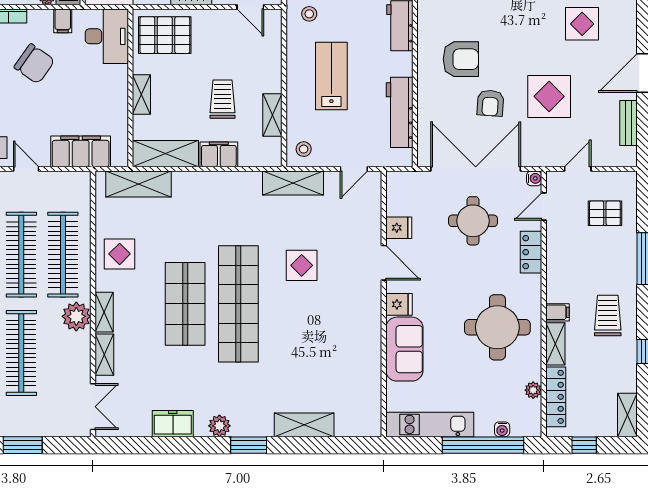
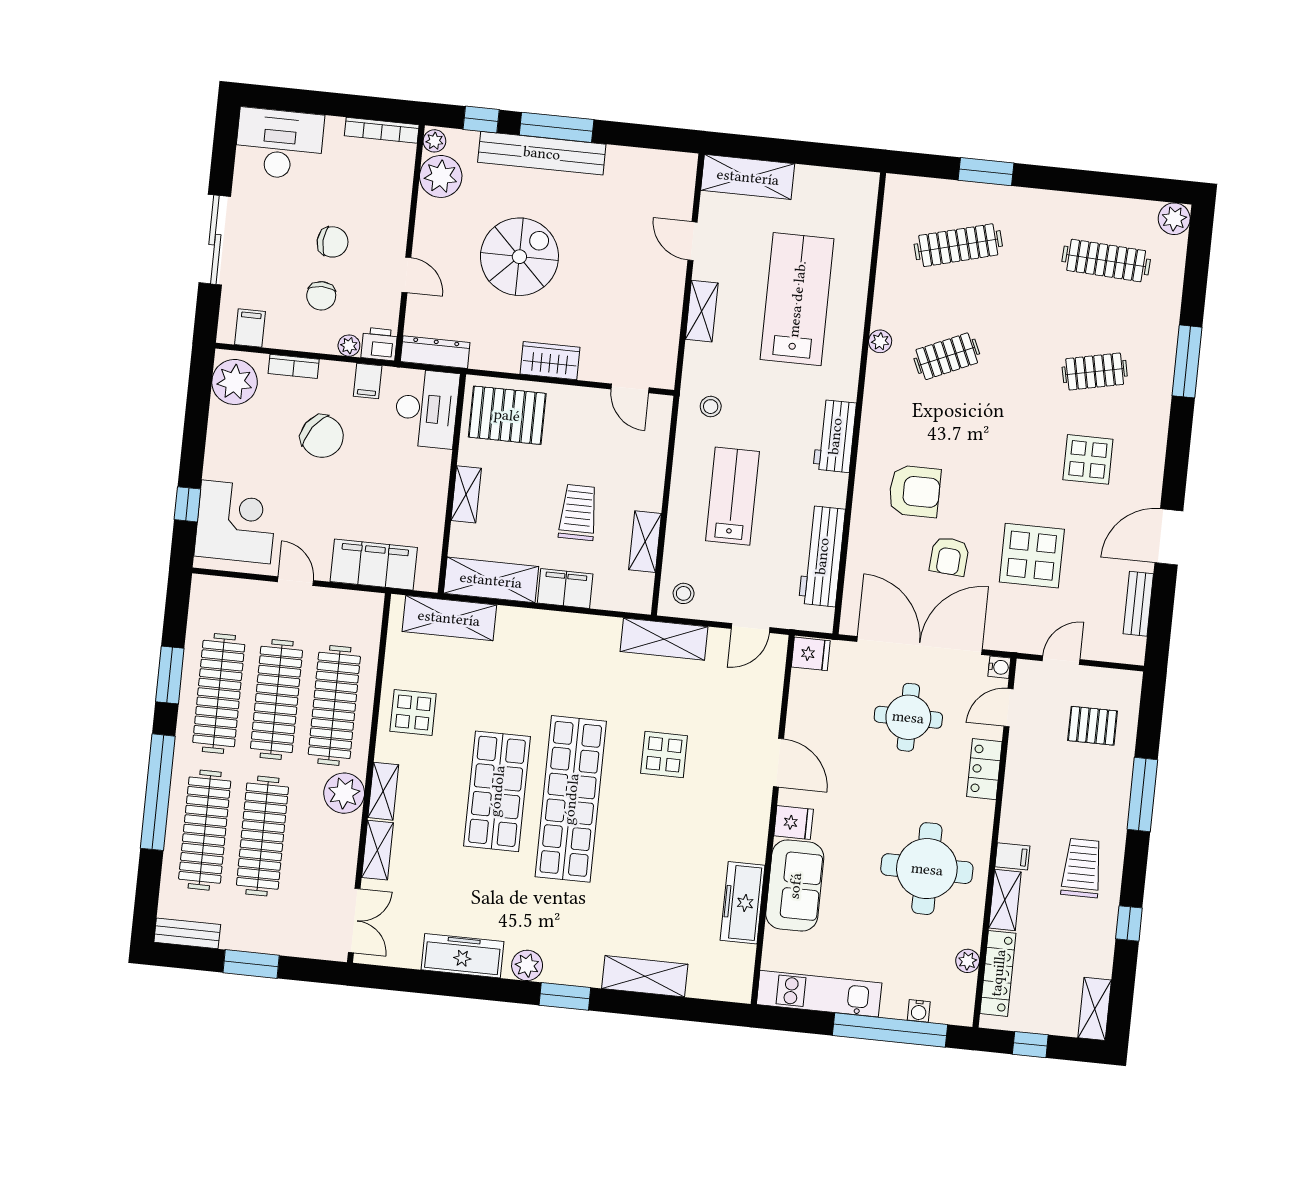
fridge: (399, 228) -> (811, 654), moved
freezer: (368, 365) -> (743, 903), added
freezer: (173, 424) -> (463, 956), width x1.40

